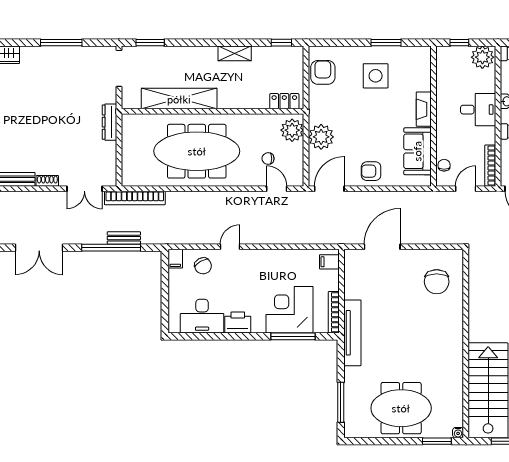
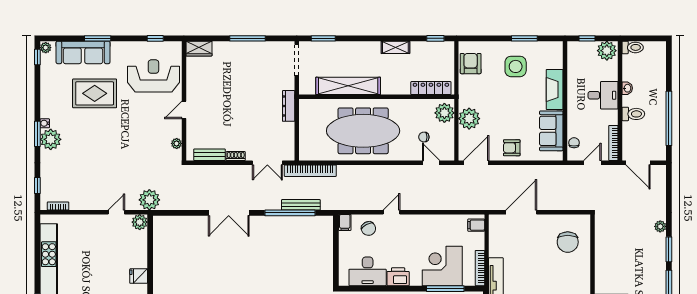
locker: (284, 101) -> (431, 88), width x1.53
fireplace: (424, 109) -> (555, 90), width x1.37, depth x1.32
bench: (124, 238) -> (301, 205), width x1.36

